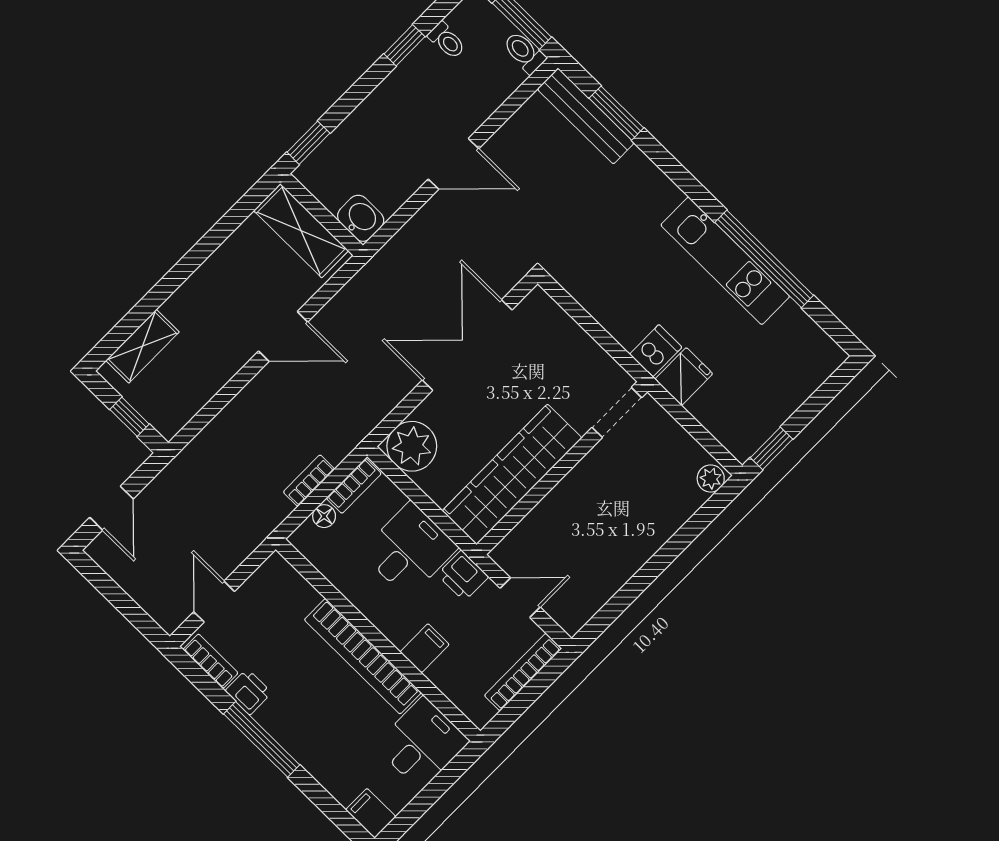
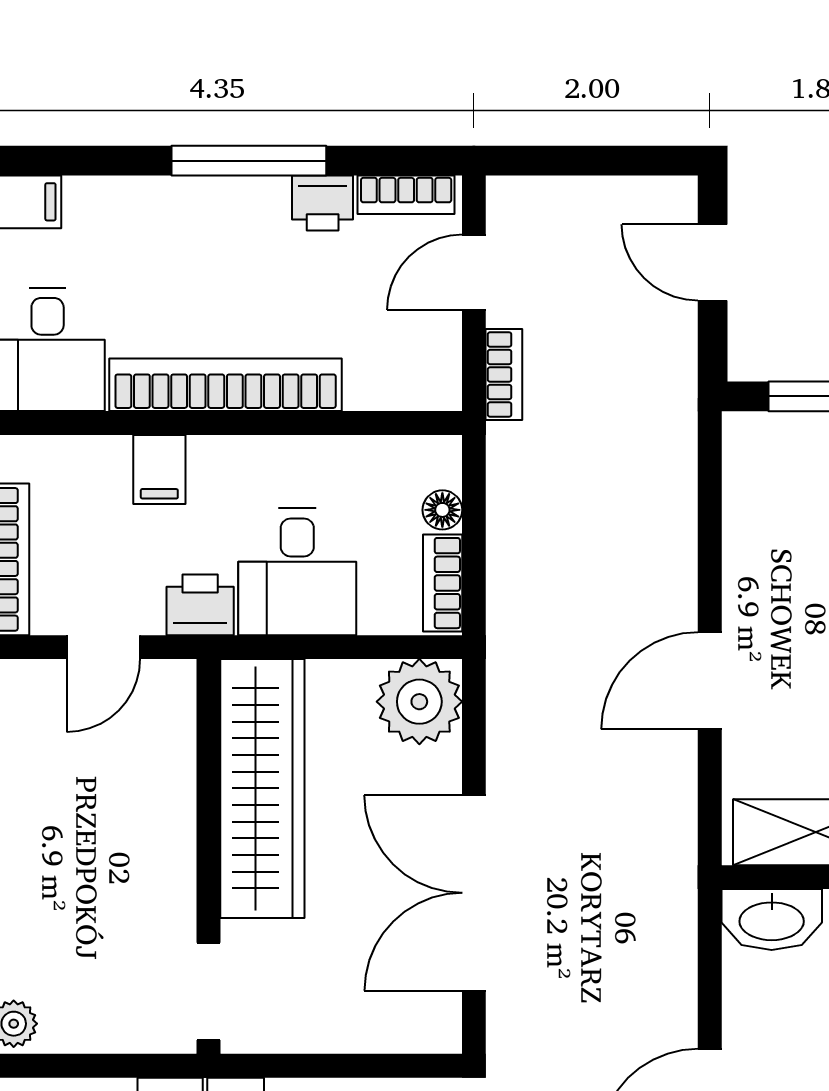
washbasin: (361, 218) -> (772, 919), width x1.38
double door: (467, 345) -> (474, 893), swing flipped
bookcase: (309, 481) -> (504, 374), moved
door: (214, 602) -> (474, 272), swing flipped

